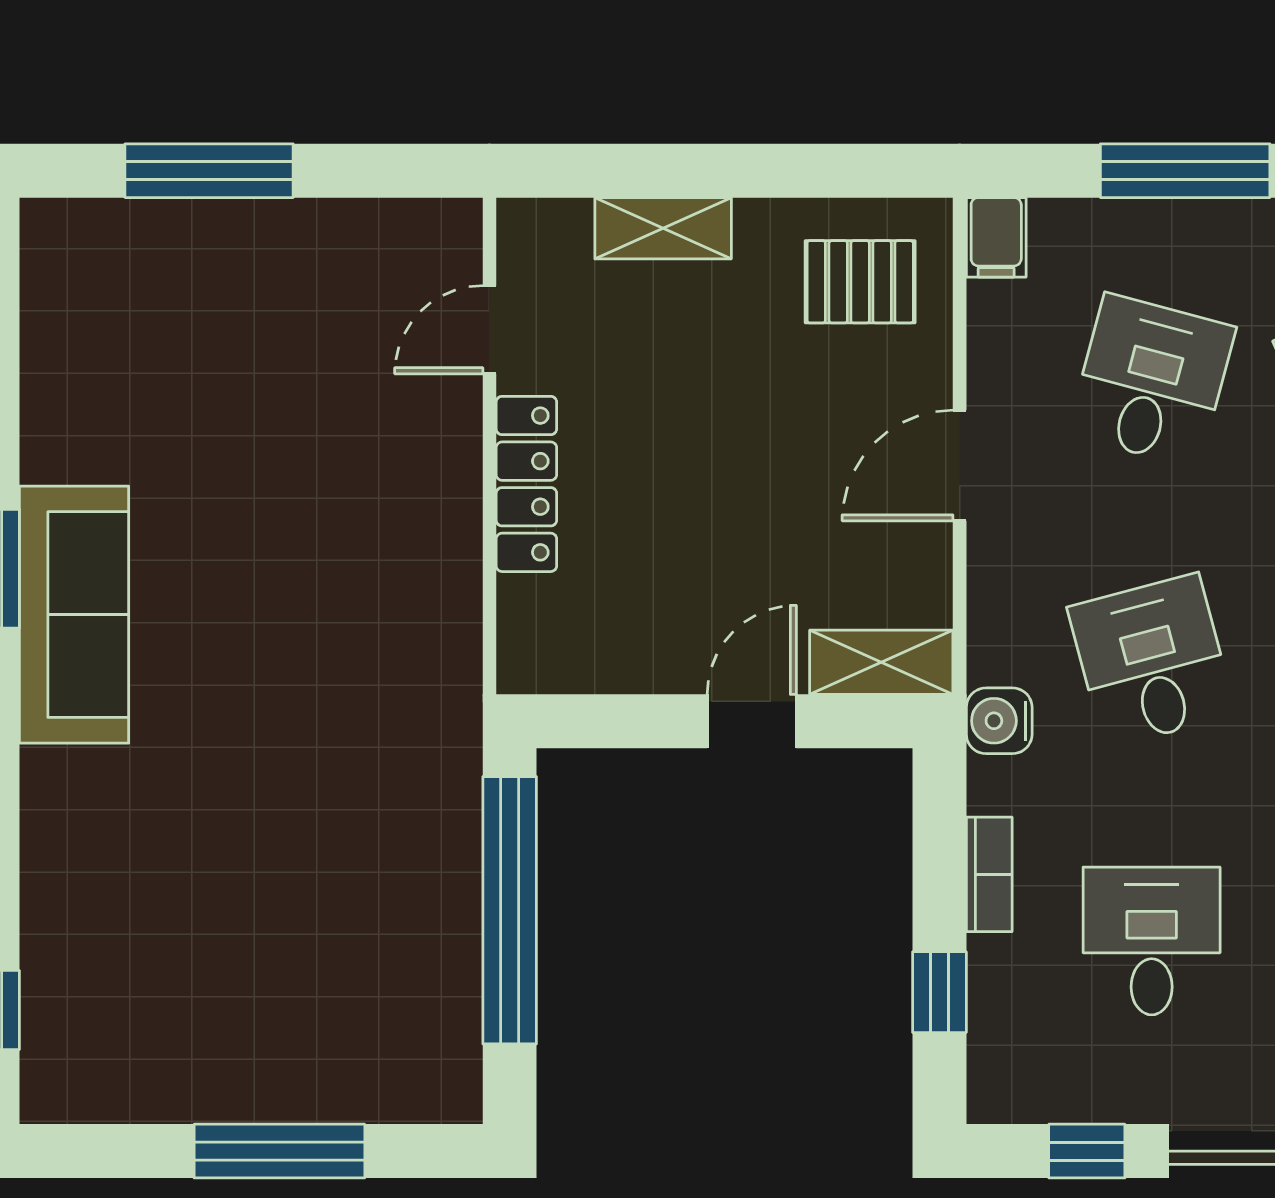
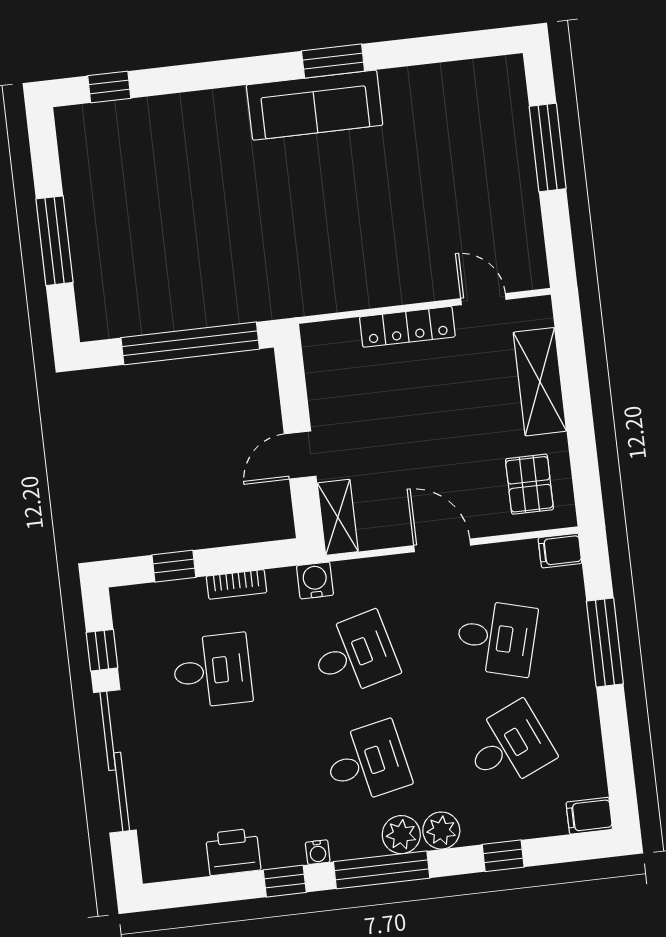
shelving: (663, 228) -> (540, 382), width x1.50, depth x1.33
door: (752, 721) -> (300, 455), swing flipped

